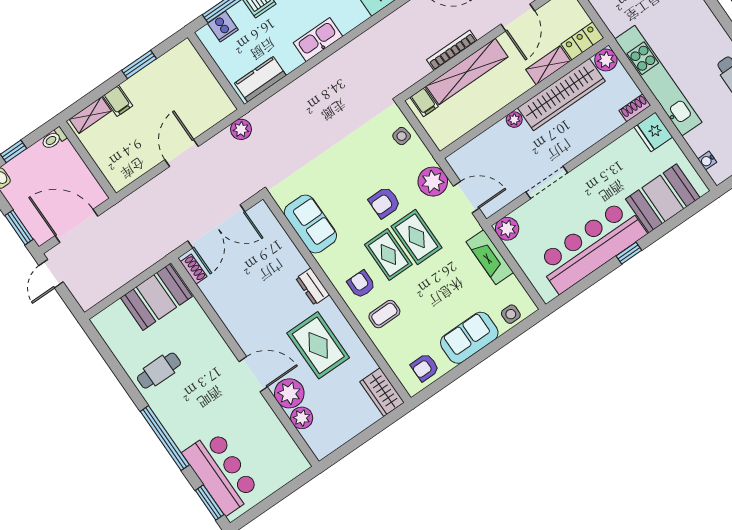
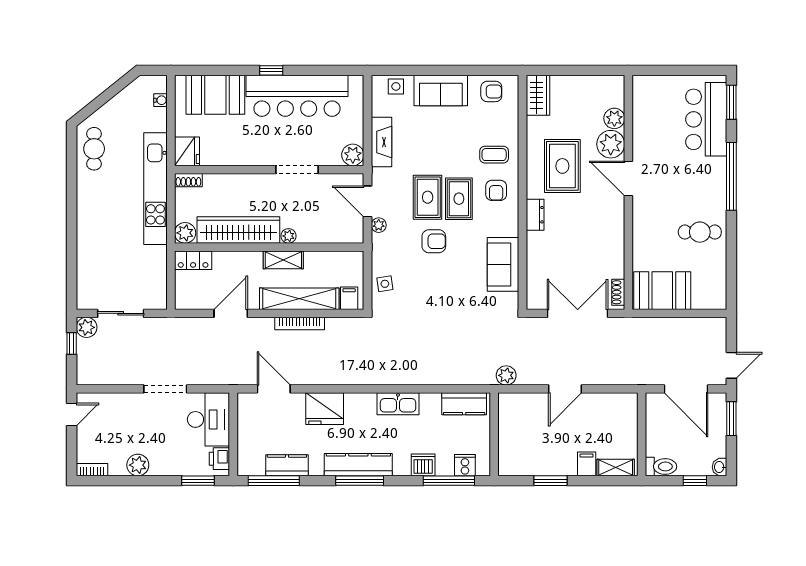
shelving: (548, 65) -> (283, 260), moved
toilet: (54, 139) -> (661, 466), width x1.37, depth x1.39
plant: (433, 182) -> (379, 225), width x0.53, depth x0.53

